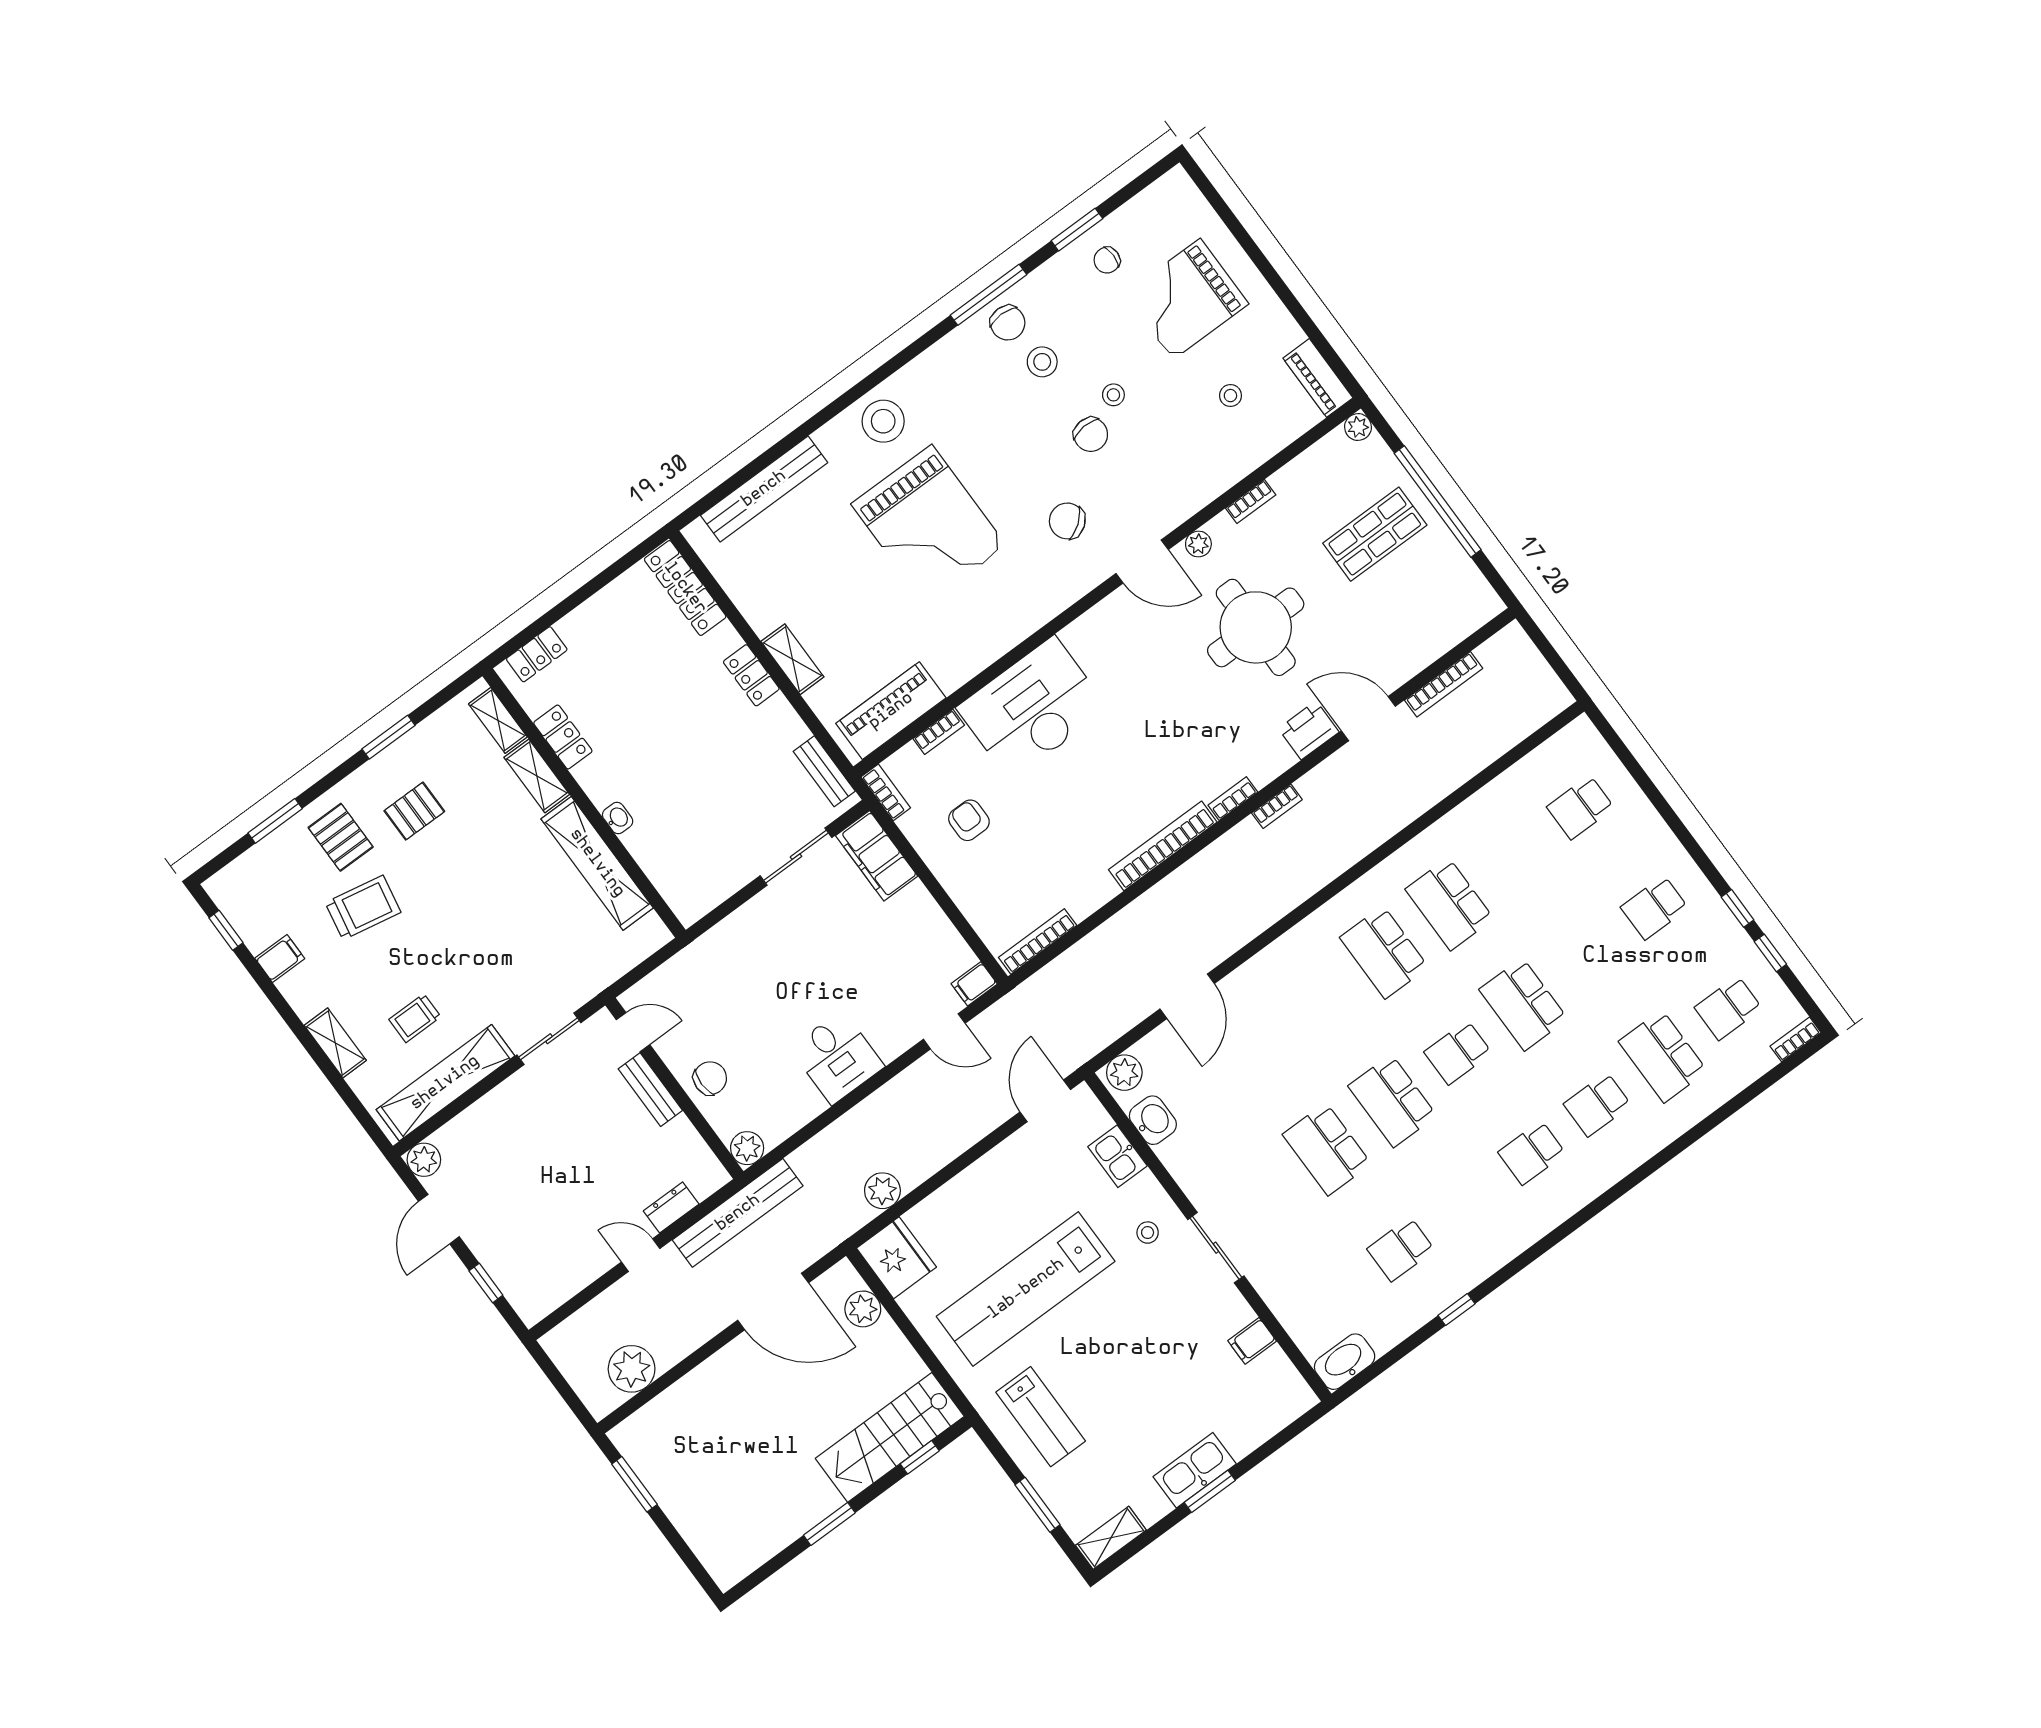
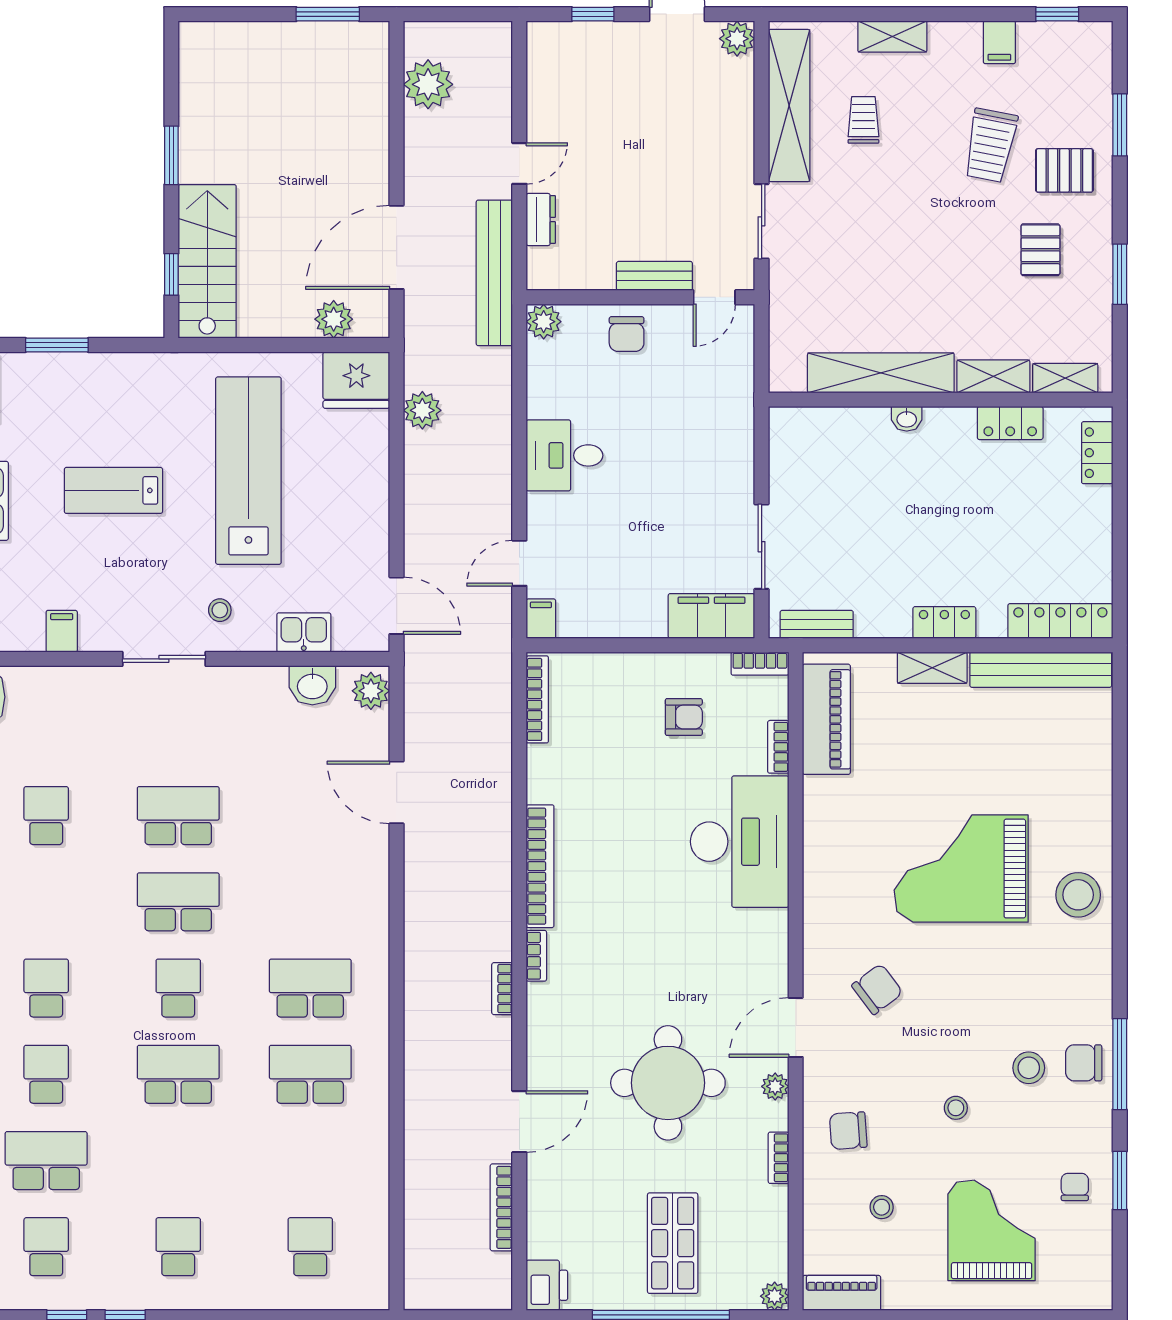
chair: (1091, 435) -> (848, 1131), moved
bench: (764, 489) -> (1041, 670), moved, turned 90
printer: (1309, 730) -> (547, 1285), moved
lab bench: (1041, 1417) -> (113, 490), moved

